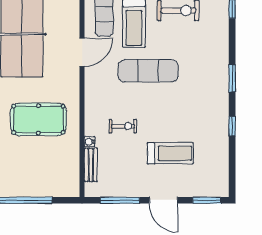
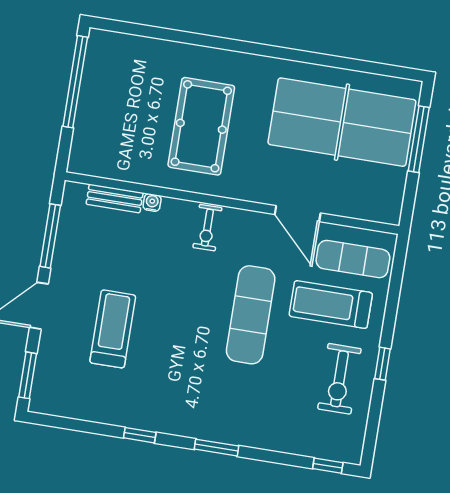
exercise bike: (123, 126) -> (207, 228), moved
treadmill: (170, 153) -> (113, 329), turned 180

